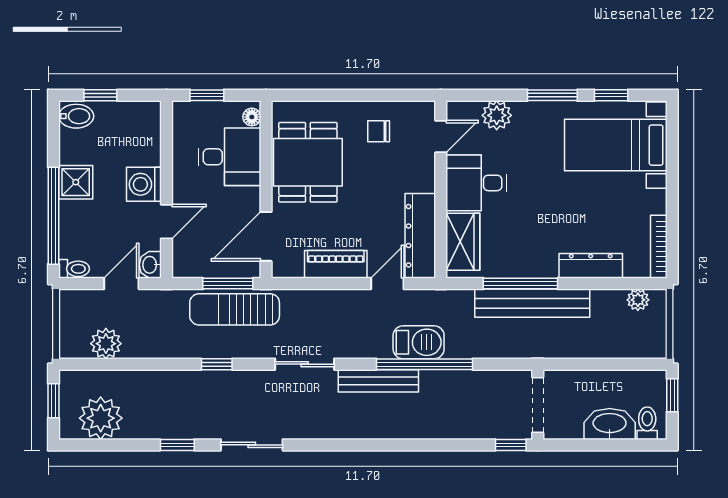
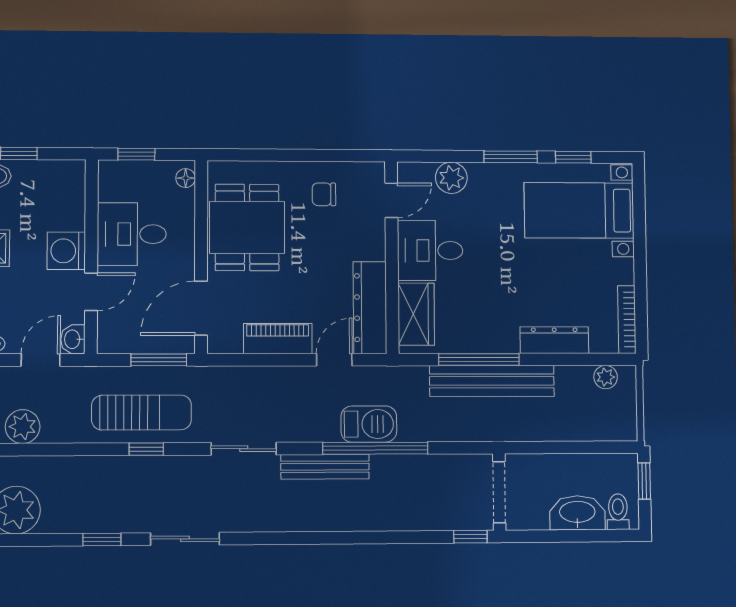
desk: (229, 157) -> (132, 234), moved, turned 180
sun lounger: (235, 309) -> (142, 412), moved, turned 180

